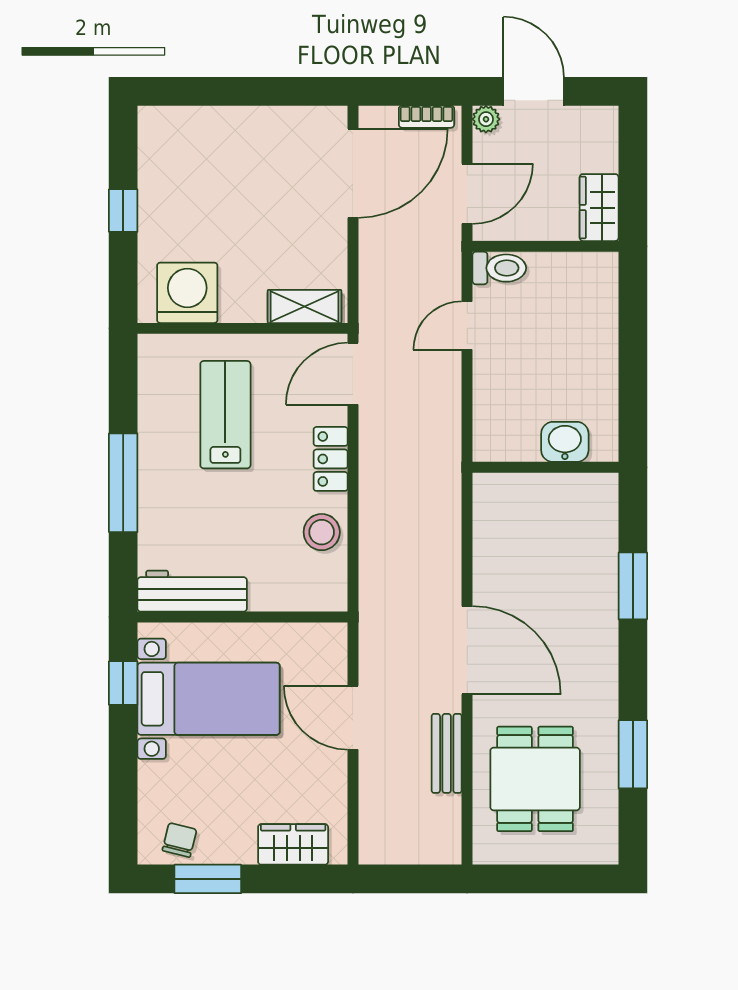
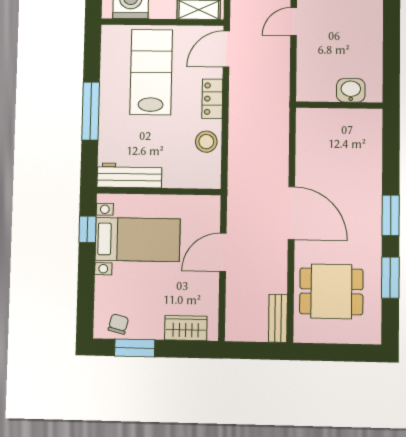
lab bench: (225, 415) -> (151, 72), width x1.36, depth x1.39
window: (633, 586) -> (391, 215), moved
door: (353, 718) -> (223, 252), hinge flipped
bench: (447, 753) -> (278, 318), moved
dining table: (535, 779) -> (331, 291), turned 90

